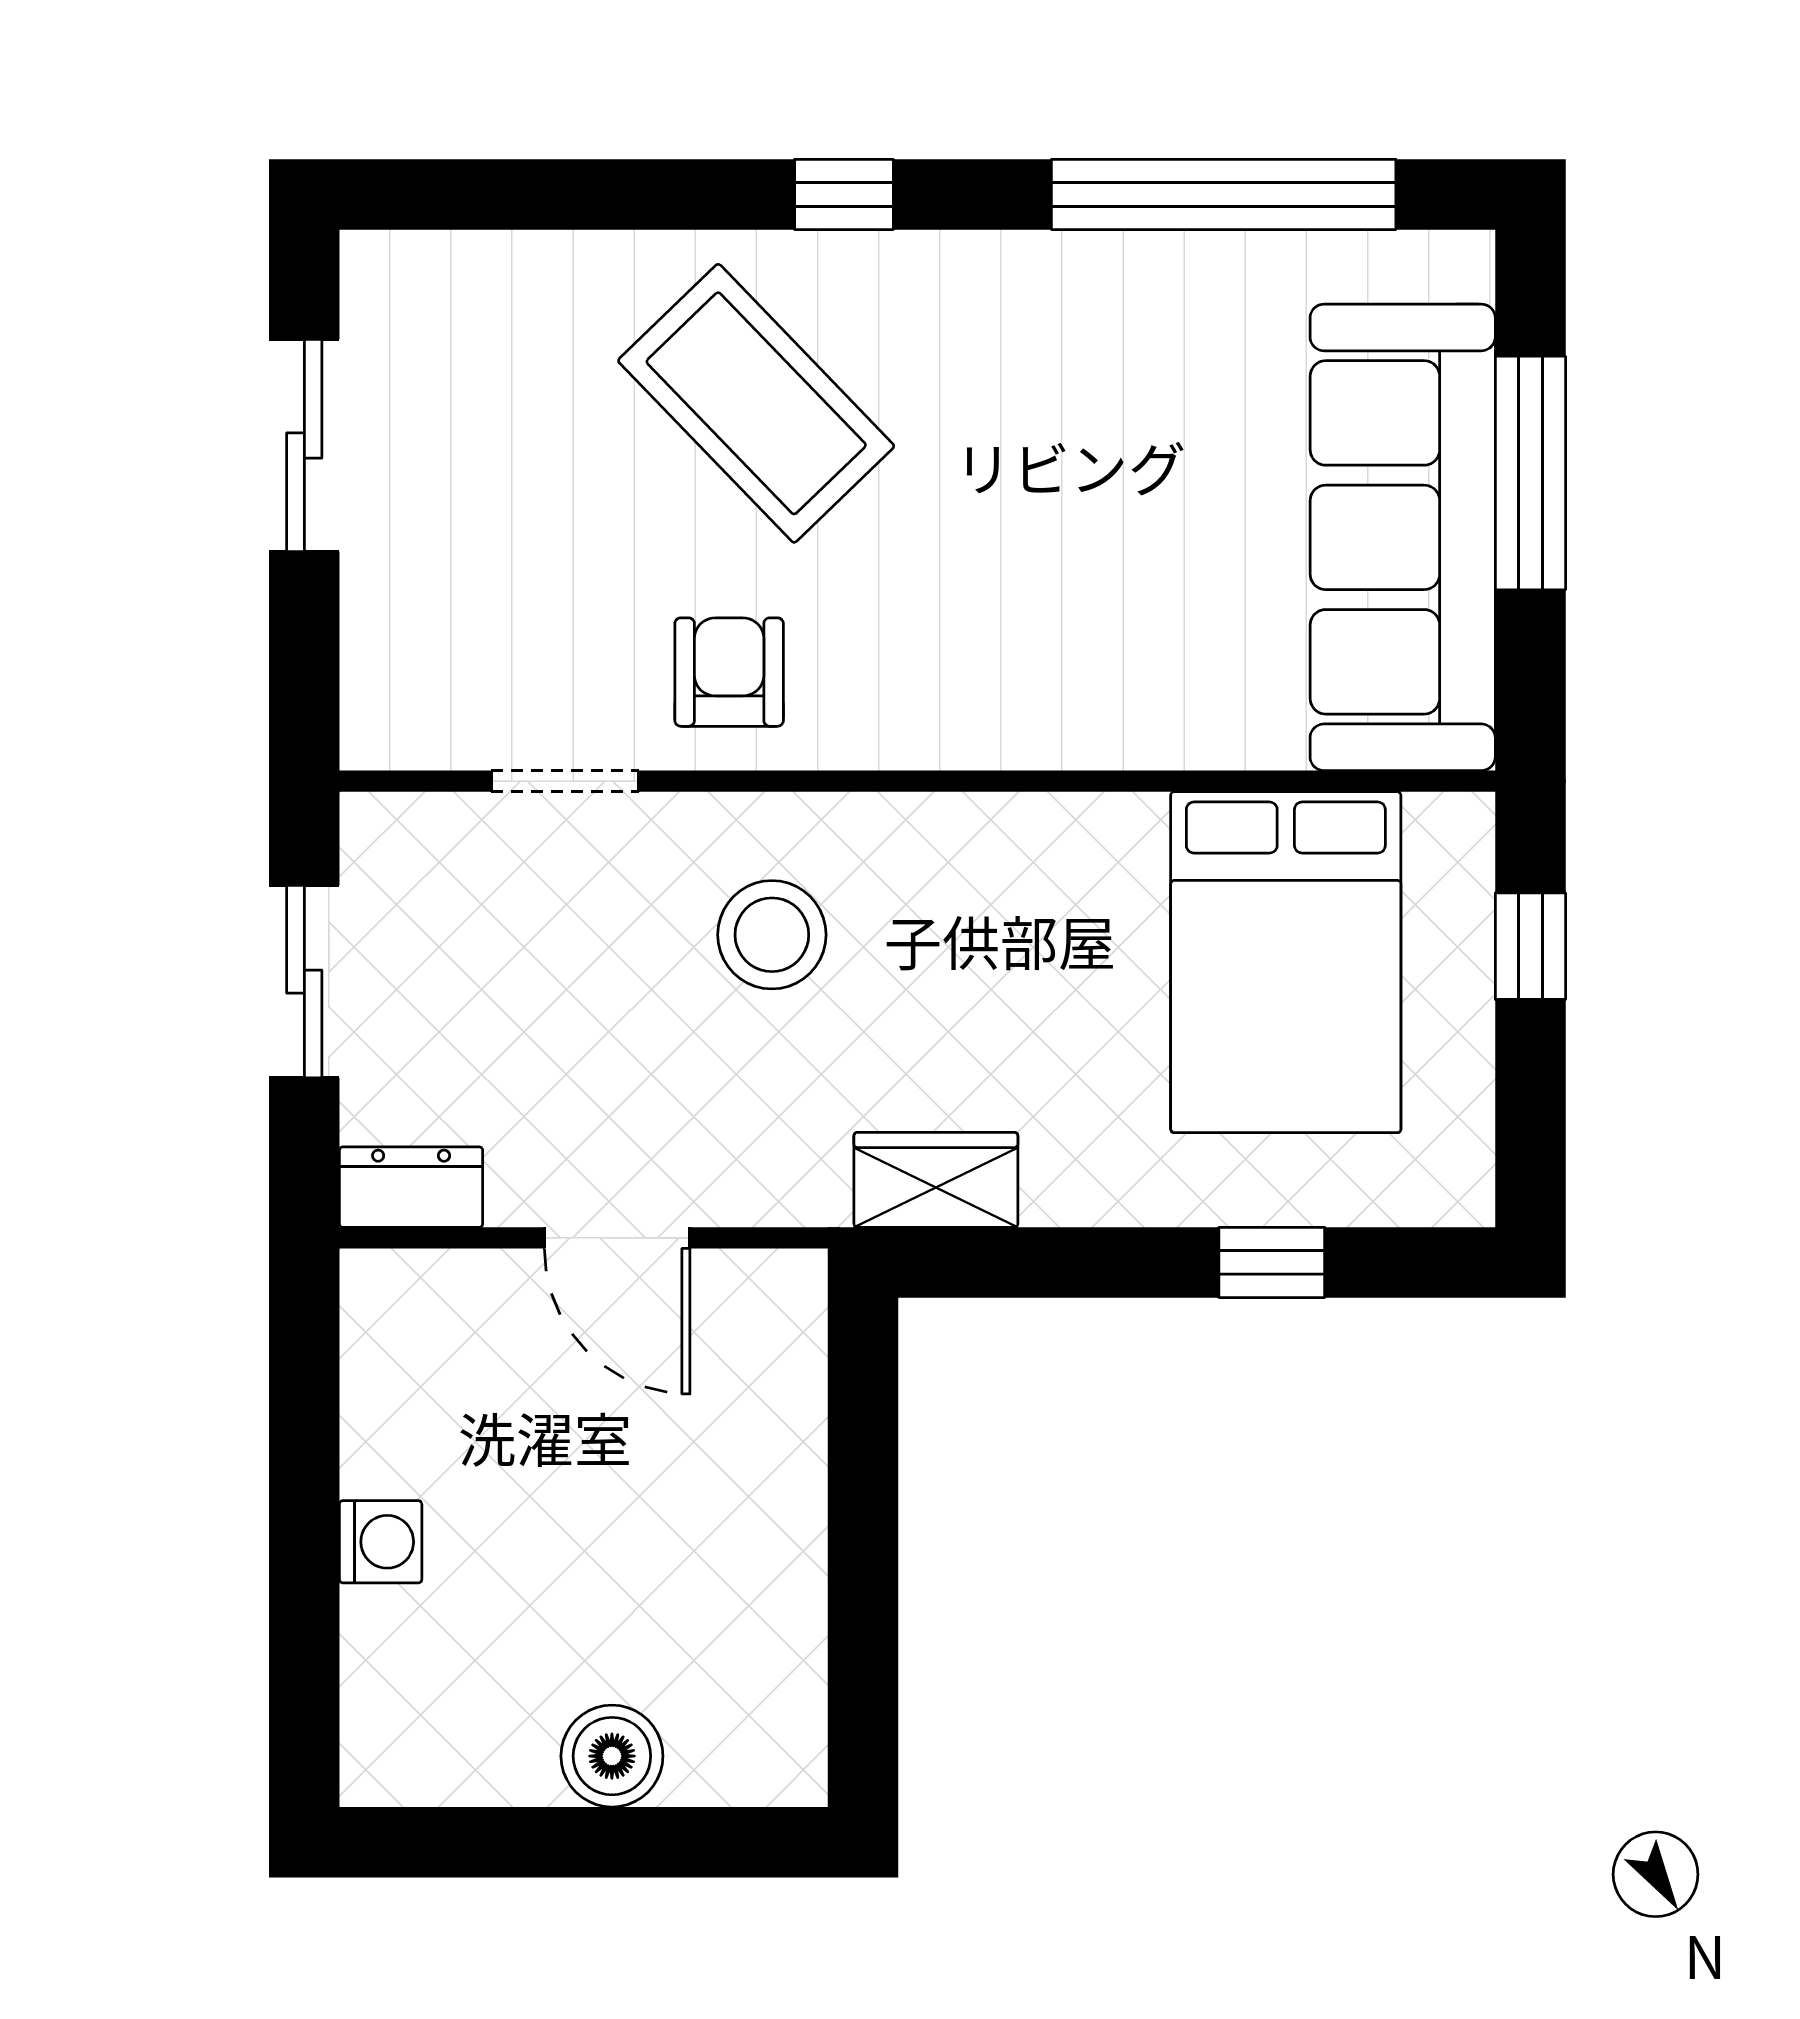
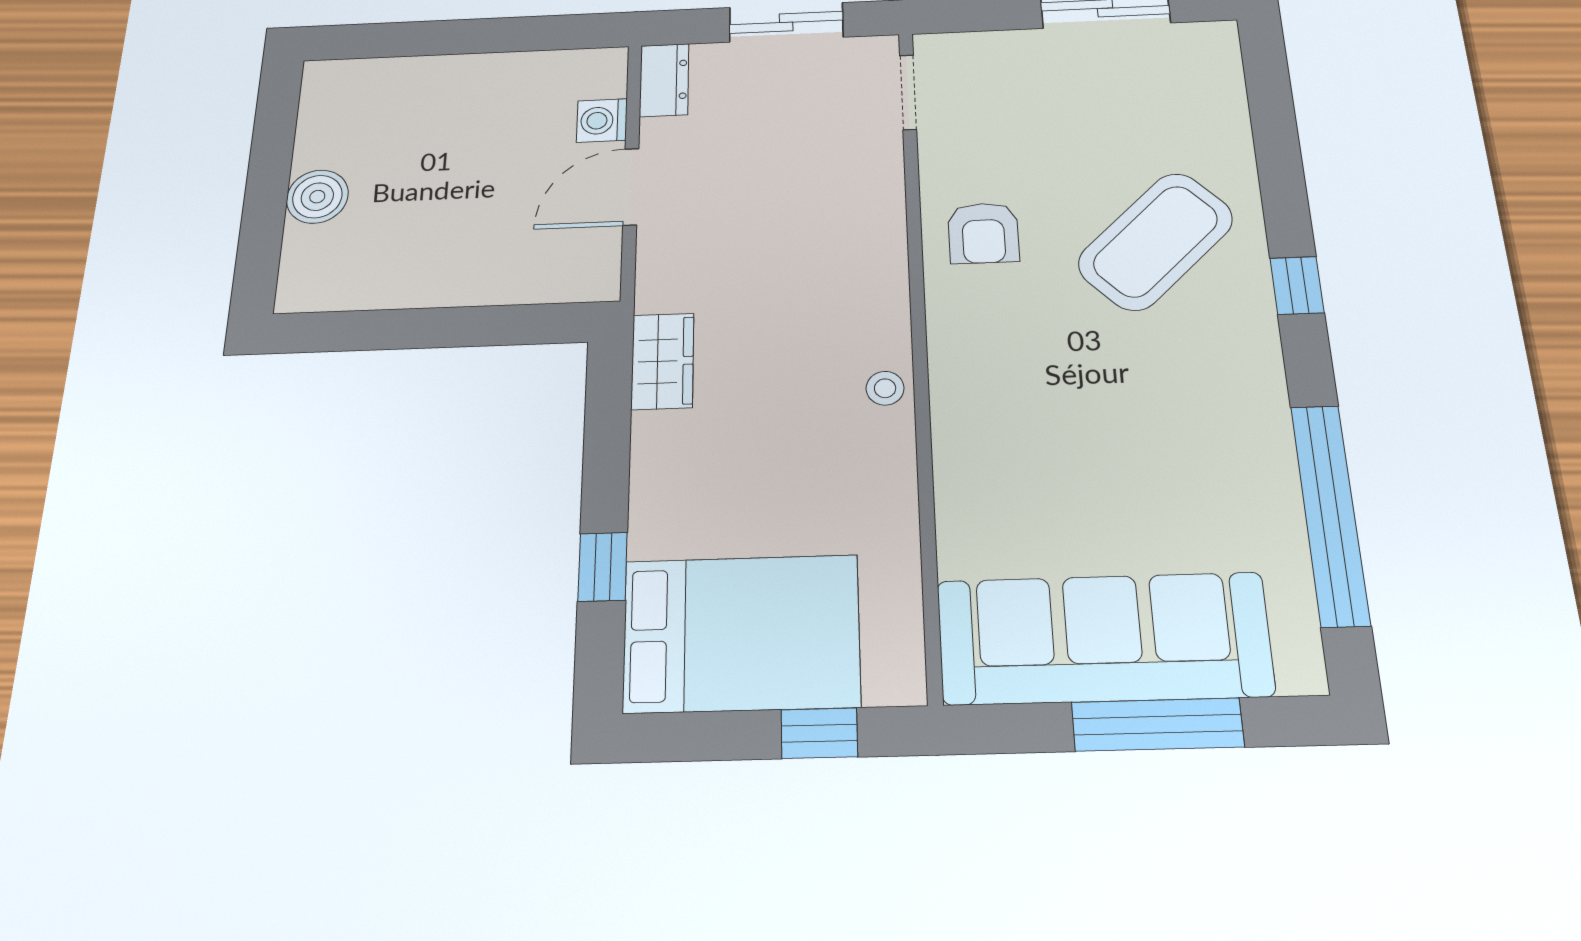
armchair: (729, 672) -> (983, 233), turned 90
doorway: (565, 781) -> (908, 92), moved
stool: (772, 935) -> (885, 388), moved, width x0.53, depth x0.53
bed: (1286, 962) -> (741, 633), moved, turned 180
washing machine: (381, 1542) -> (602, 120), moved, turned 90

